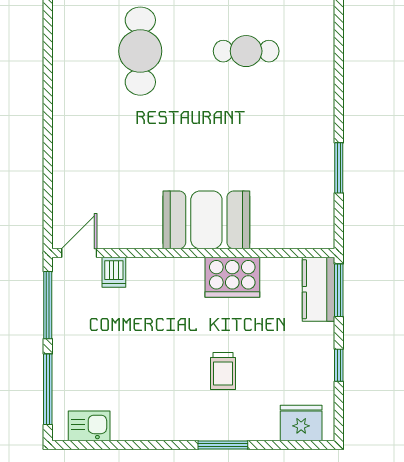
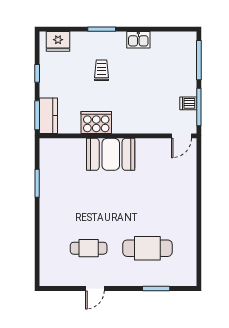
cafe table: (140, 51) -> (147, 248), turned 90
dishwasher: (114, 272) -> (188, 103), moved, turned -90
kitchen sink: (89, 426) -> (138, 40), moved

